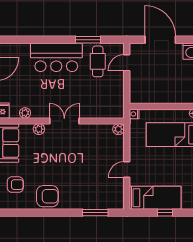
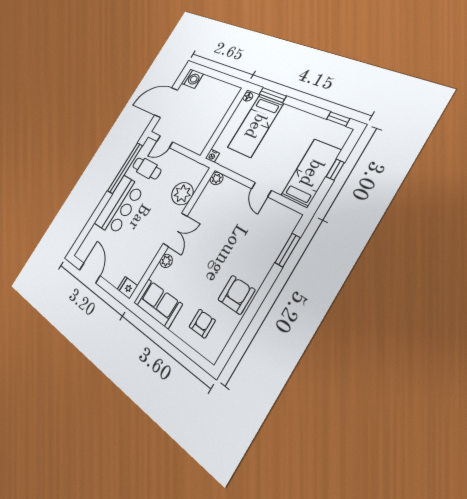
window: (88, 40) -> (125, 168), width x2.11
door: (127, 63) -> (165, 142), hinge flipped
plant: (25, 113) -> (182, 194), moved, width x1.88, depth x1.88
double door: (64, 121) -> (175, 230), swing flipped

